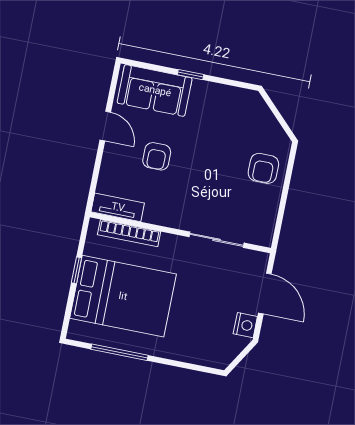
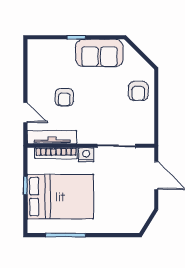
sofa: (155, 90) -> (99, 53), moved
door: (105, 126) -> (25, 113), moved
tv unit: (118, 207) -> (52, 137), width x1.41
nightstand: (245, 325) -> (86, 155), moved, turned -90

